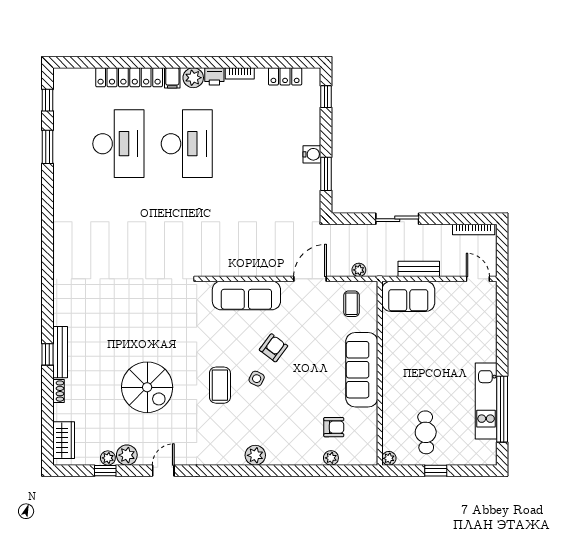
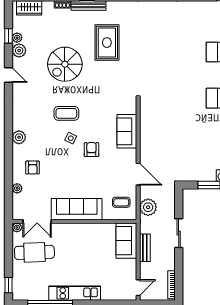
plant: (359, 270) -> (148, 207), width x1.88, depth x1.88
sofa: (246, 295) -> (127, 131), width x0.73
rug: (115, 325) -> (107, 43), added
armchair: (273, 348) -> (91, 150), turned -127
kitchen unit: (486, 401) -> (75, 293), moved
armchair: (334, 427) -> (33, 168), moved
double door: (380, 429) -> (37, 221), added
cafe table: (426, 432) -> (34, 252), width x1.37, depth x1.35
window: (436, 471) -> (9, 285), moved

